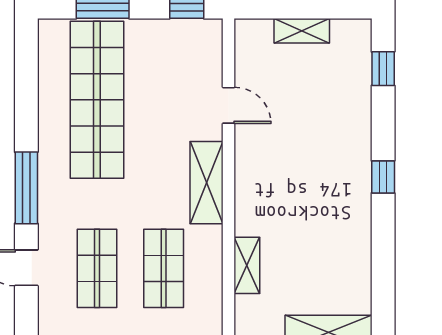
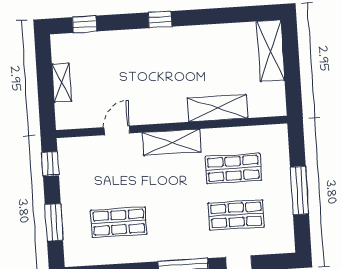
shop shelf: (97, 100) -> (119, 222), width x0.50, depth x0.74
shelving: (247, 265) -> (217, 108), width x1.50, depth x1.33

